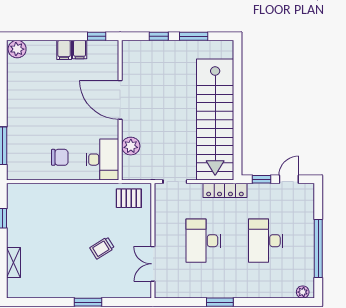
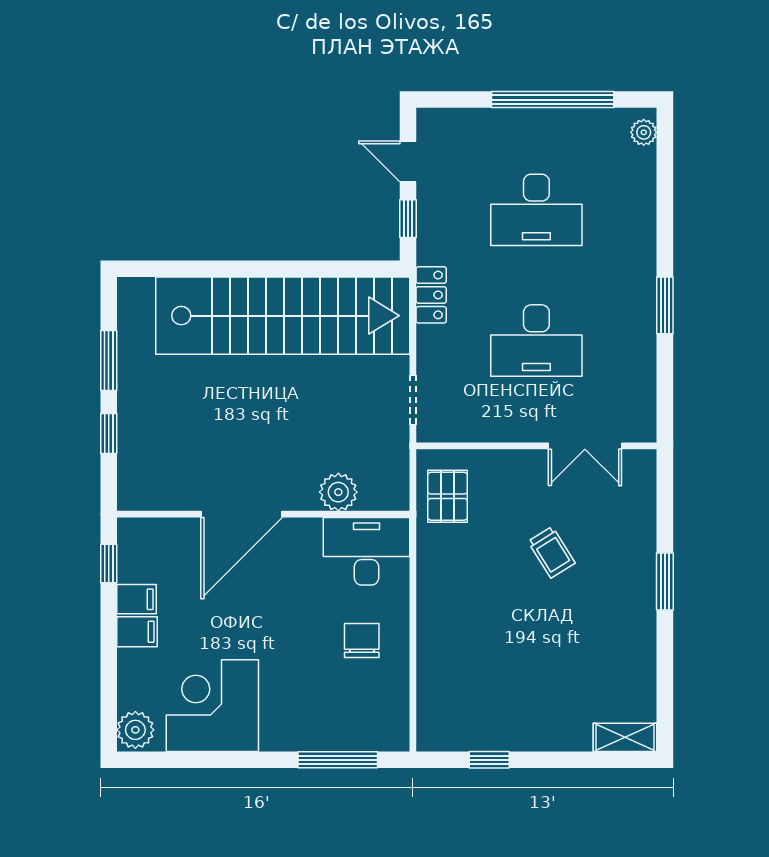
corner desk: (29, 86) -> (212, 706), added
locker: (225, 190) -> (431, 295), width x0.66
shelving: (14, 263) -> (625, 737), moved

